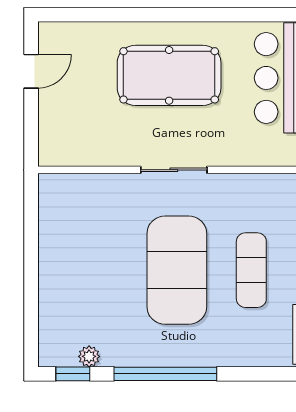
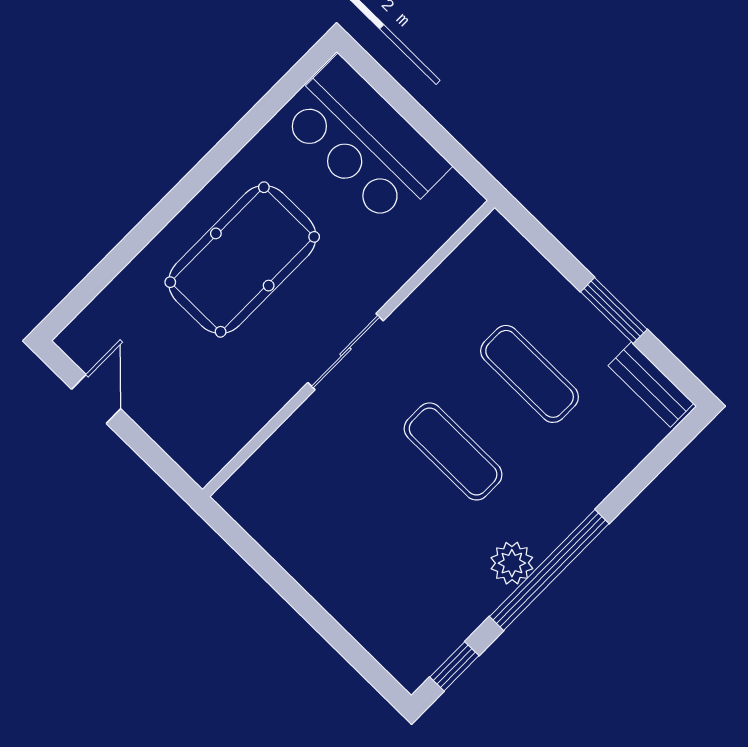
exercise mat: (177, 270) -> (453, 451), width x0.50, depth x0.69
plant: (89, 356) -> (512, 563), moved, width x1.38, depth x1.38

